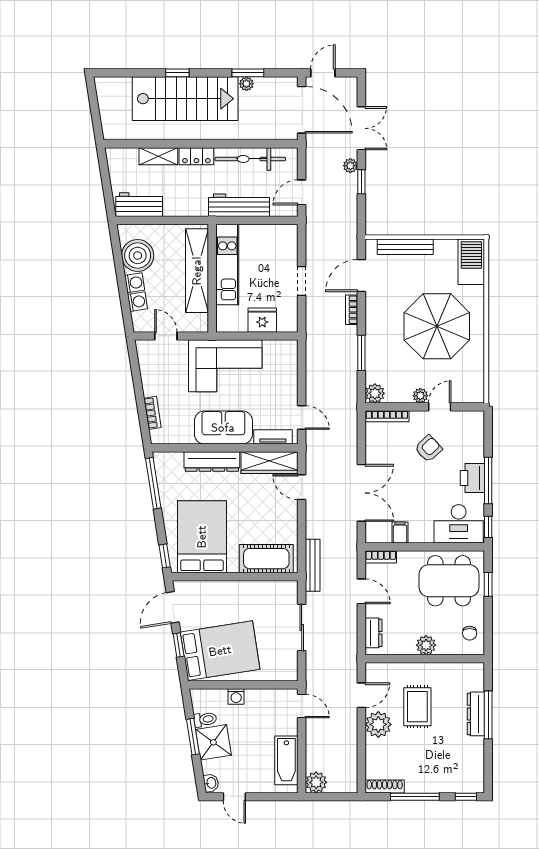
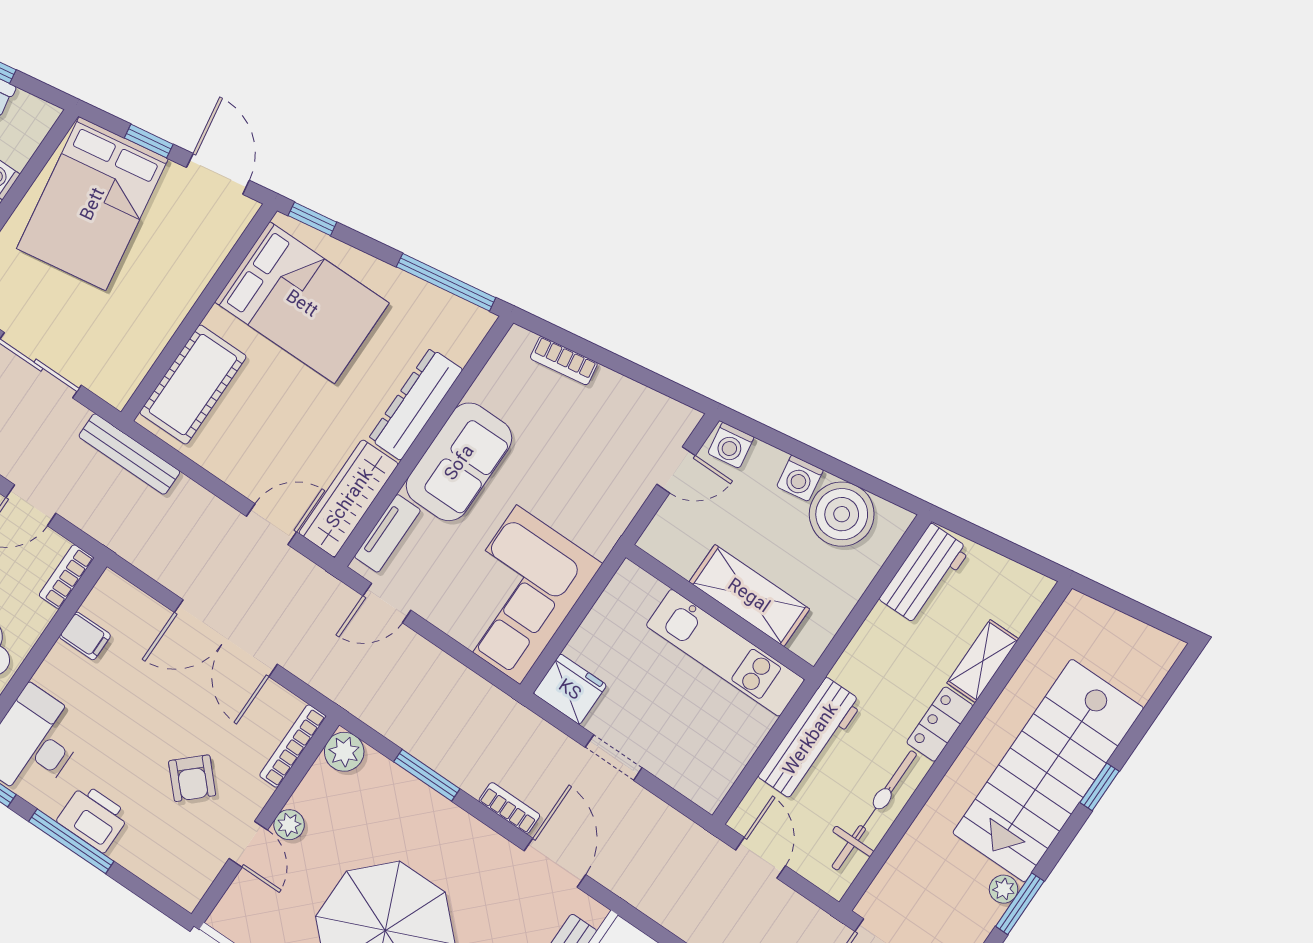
shelving: (197, 271) -> (749, 595), width x0.68
washing machine: (137, 302) -> (731, 445), moved
fridge: (262, 320) -> (570, 689), moved, turned -90
corner sofa: (225, 366) -> (518, 595), moved
double door: (361, 493) -> (226, 638), moved

